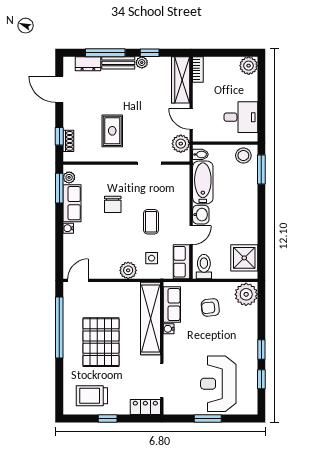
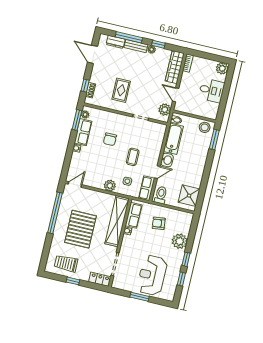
desk: (241, 117) -> (212, 90), moved
plant: (246, 294) -> (180, 241), moved

